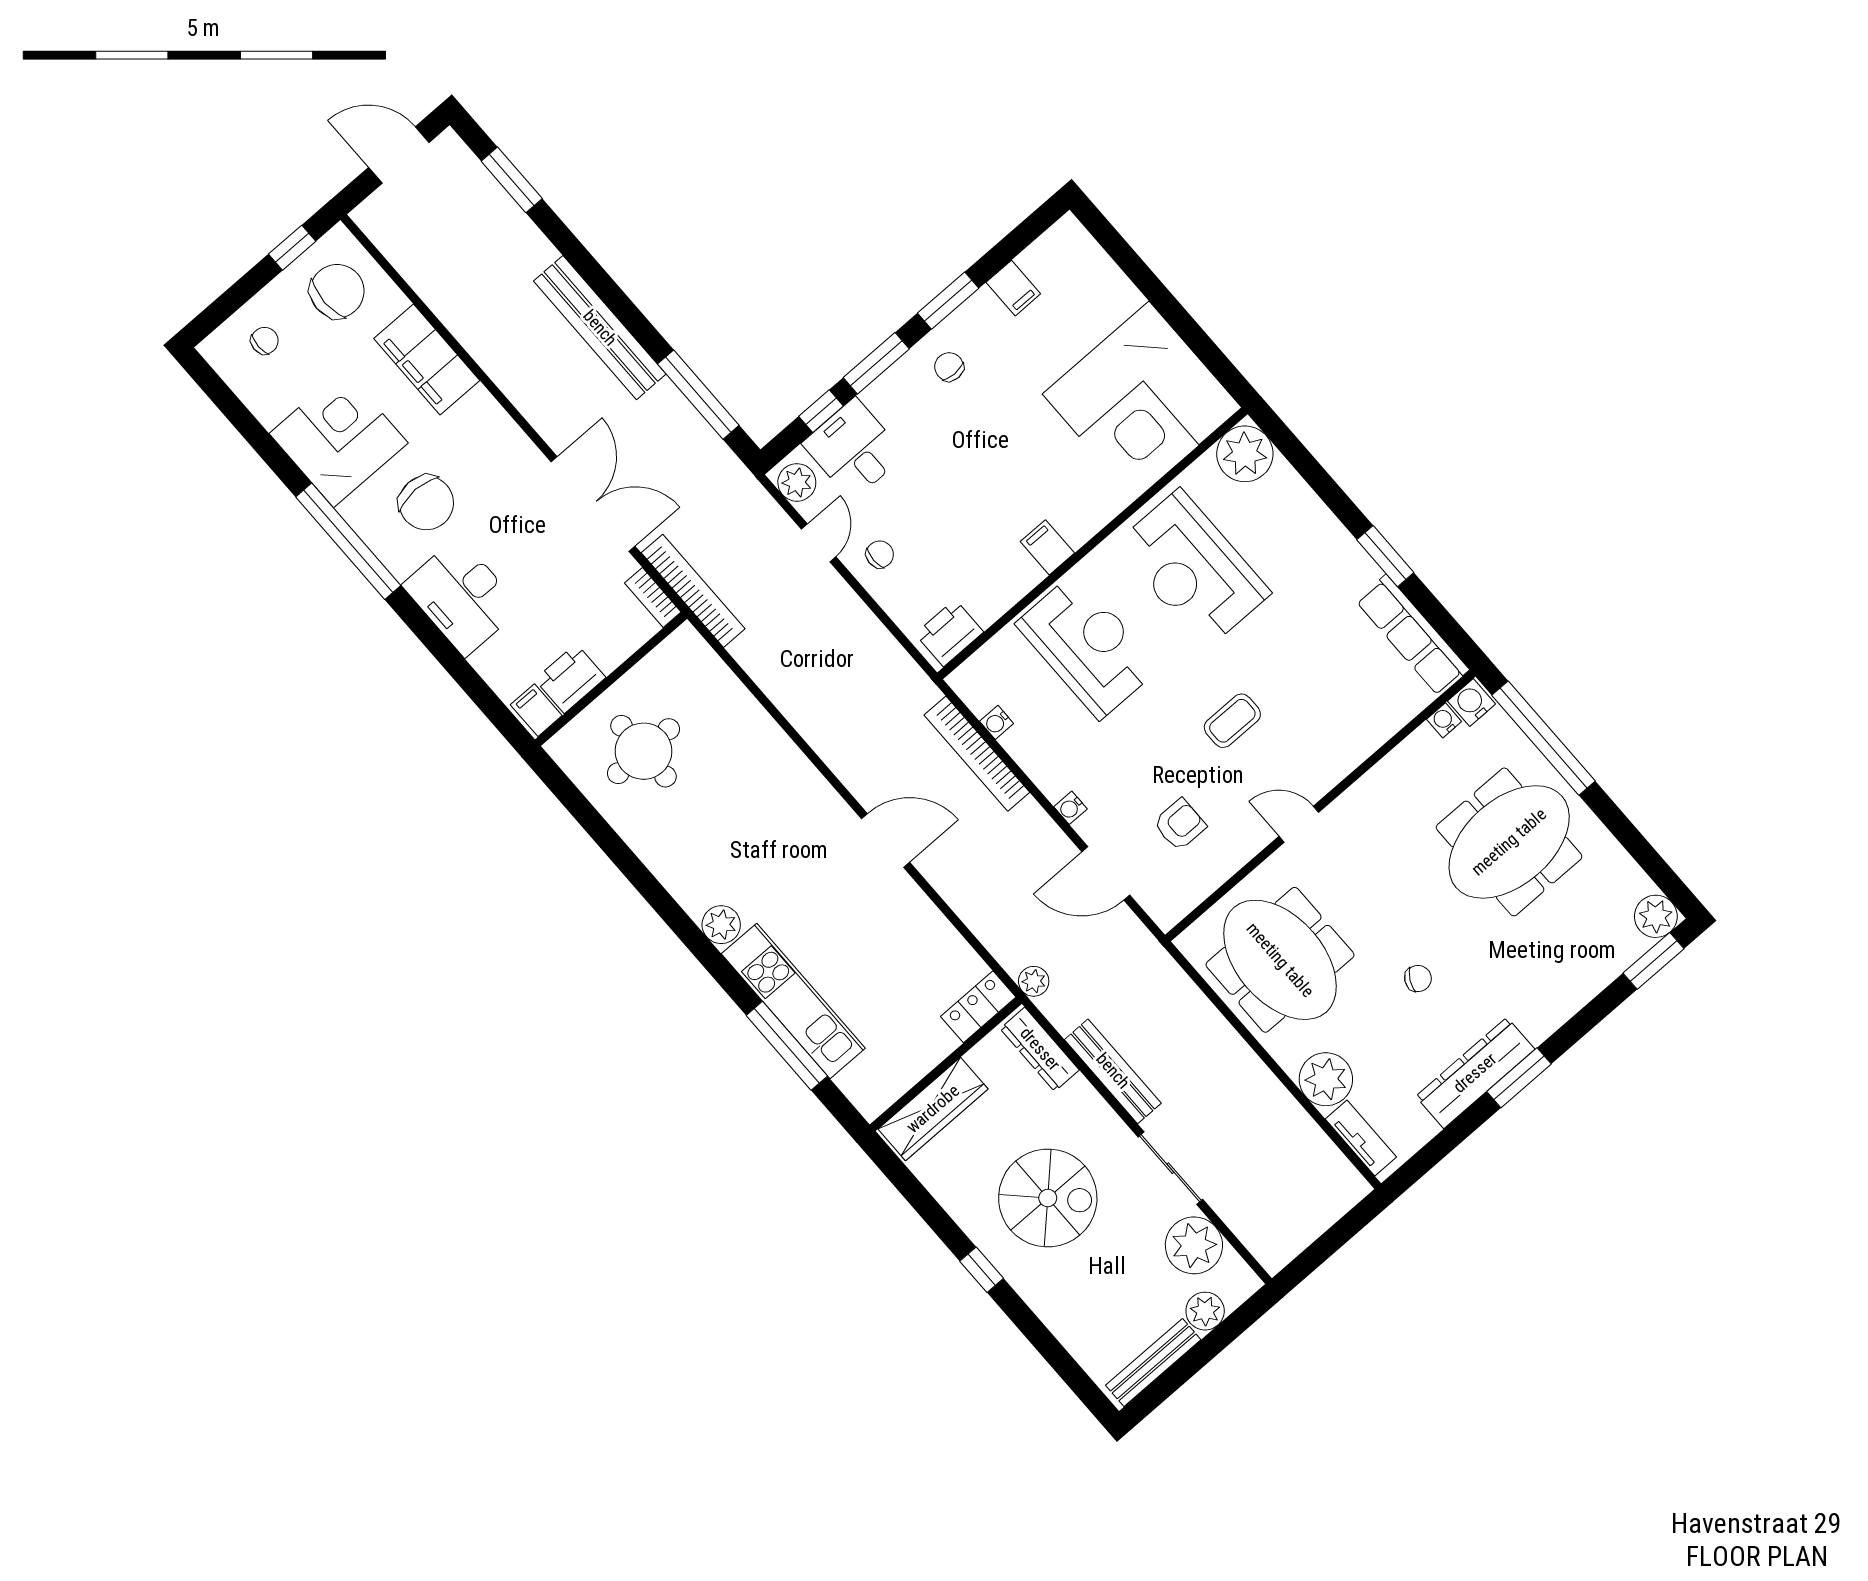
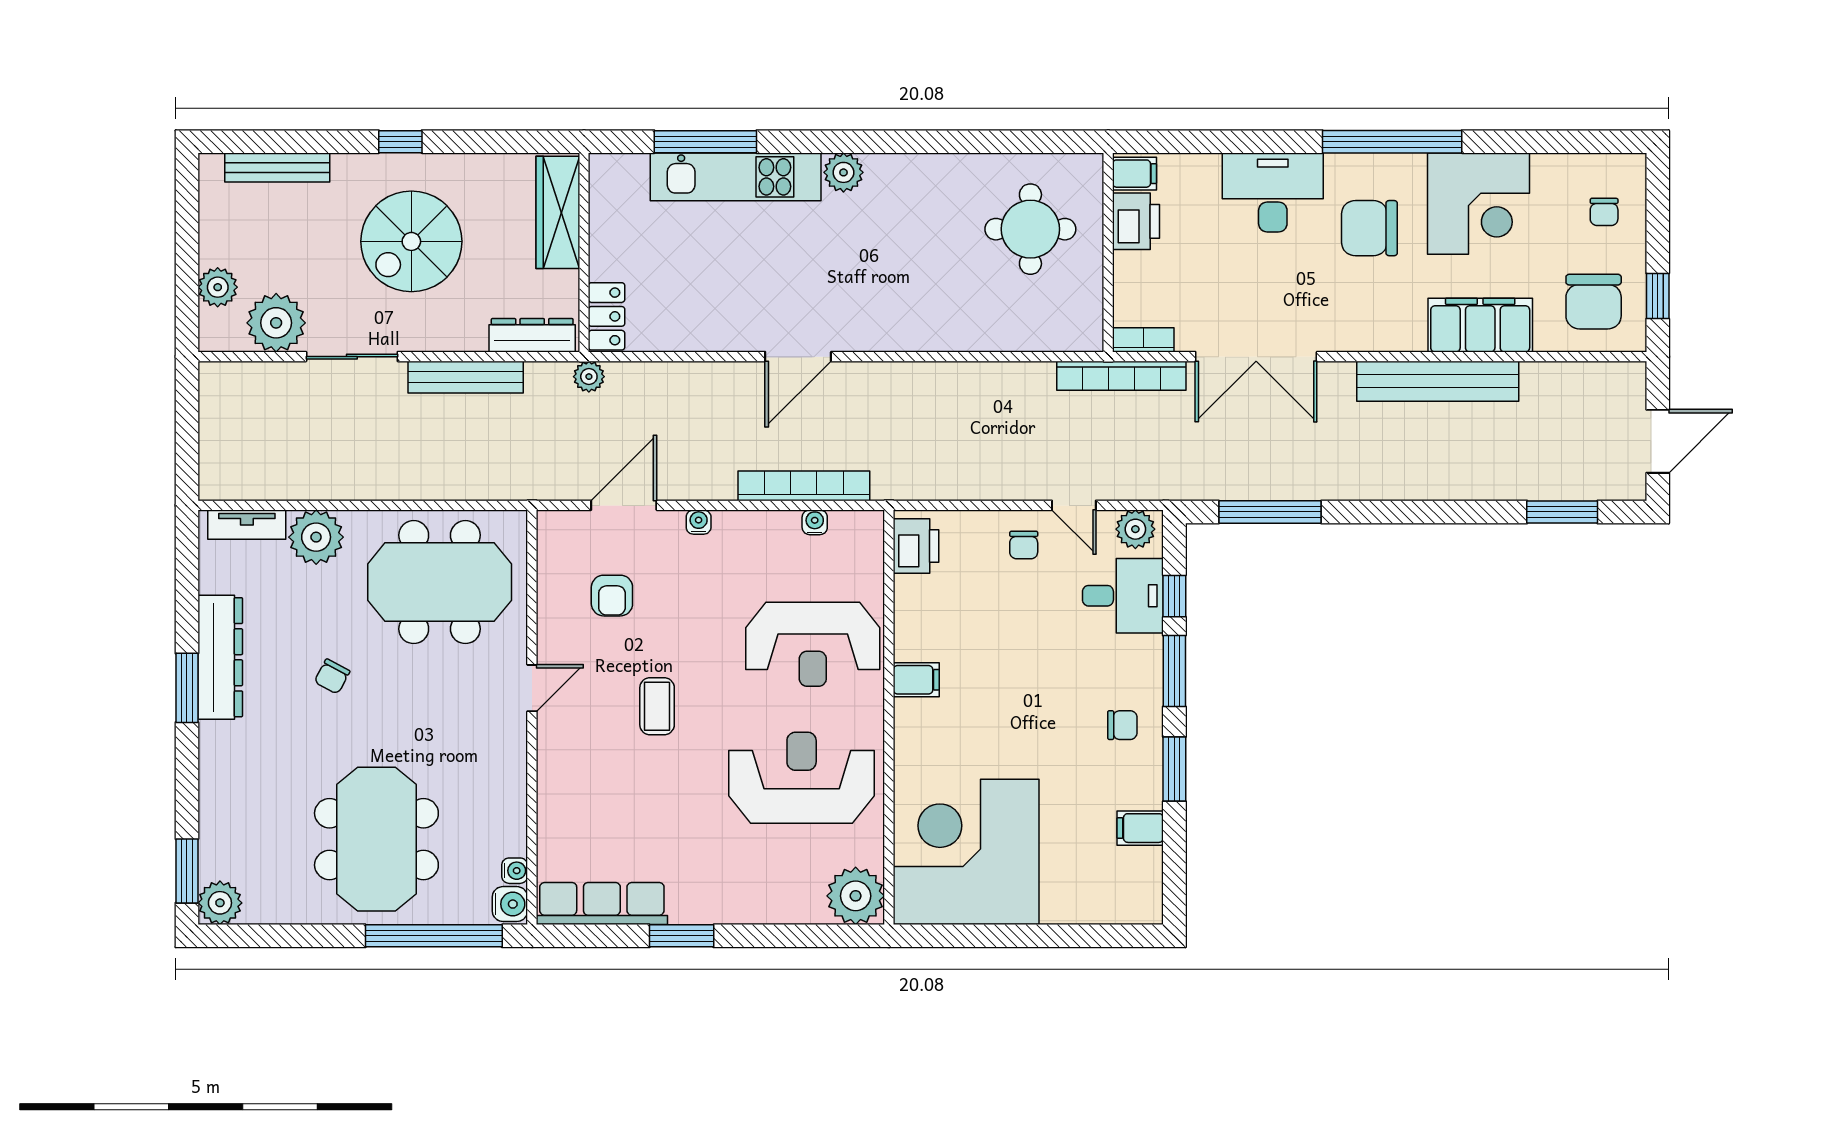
bench: (600, 328) -> (1438, 381), moved
bench: (1153, 1363) -> (277, 168), moved, turned 90

